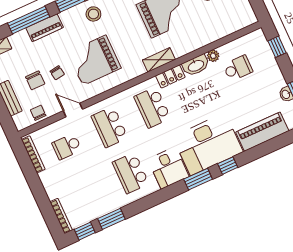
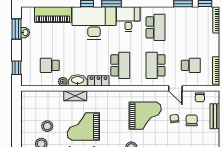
shelving: (159, 60) -> (75, 96), moved
school desk: (110, 127) -> (156, 65), turned 180

